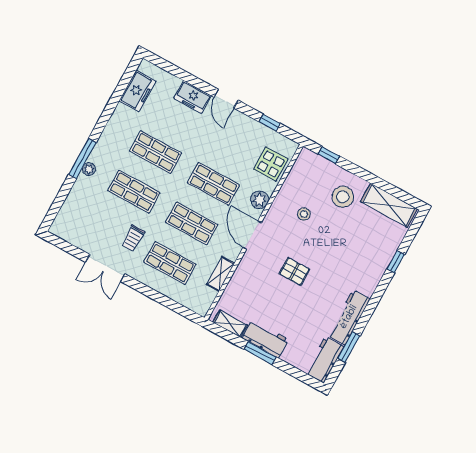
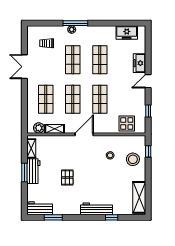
stool: (343, 197) -> (133, 159), moved
plant: (260, 200) -> (39, 128), moved
trolley: (133, 238) -> (47, 43), moved
pallet: (294, 271) -> (67, 177), moved
workbench: (349, 317) -> (96, 209), moved

